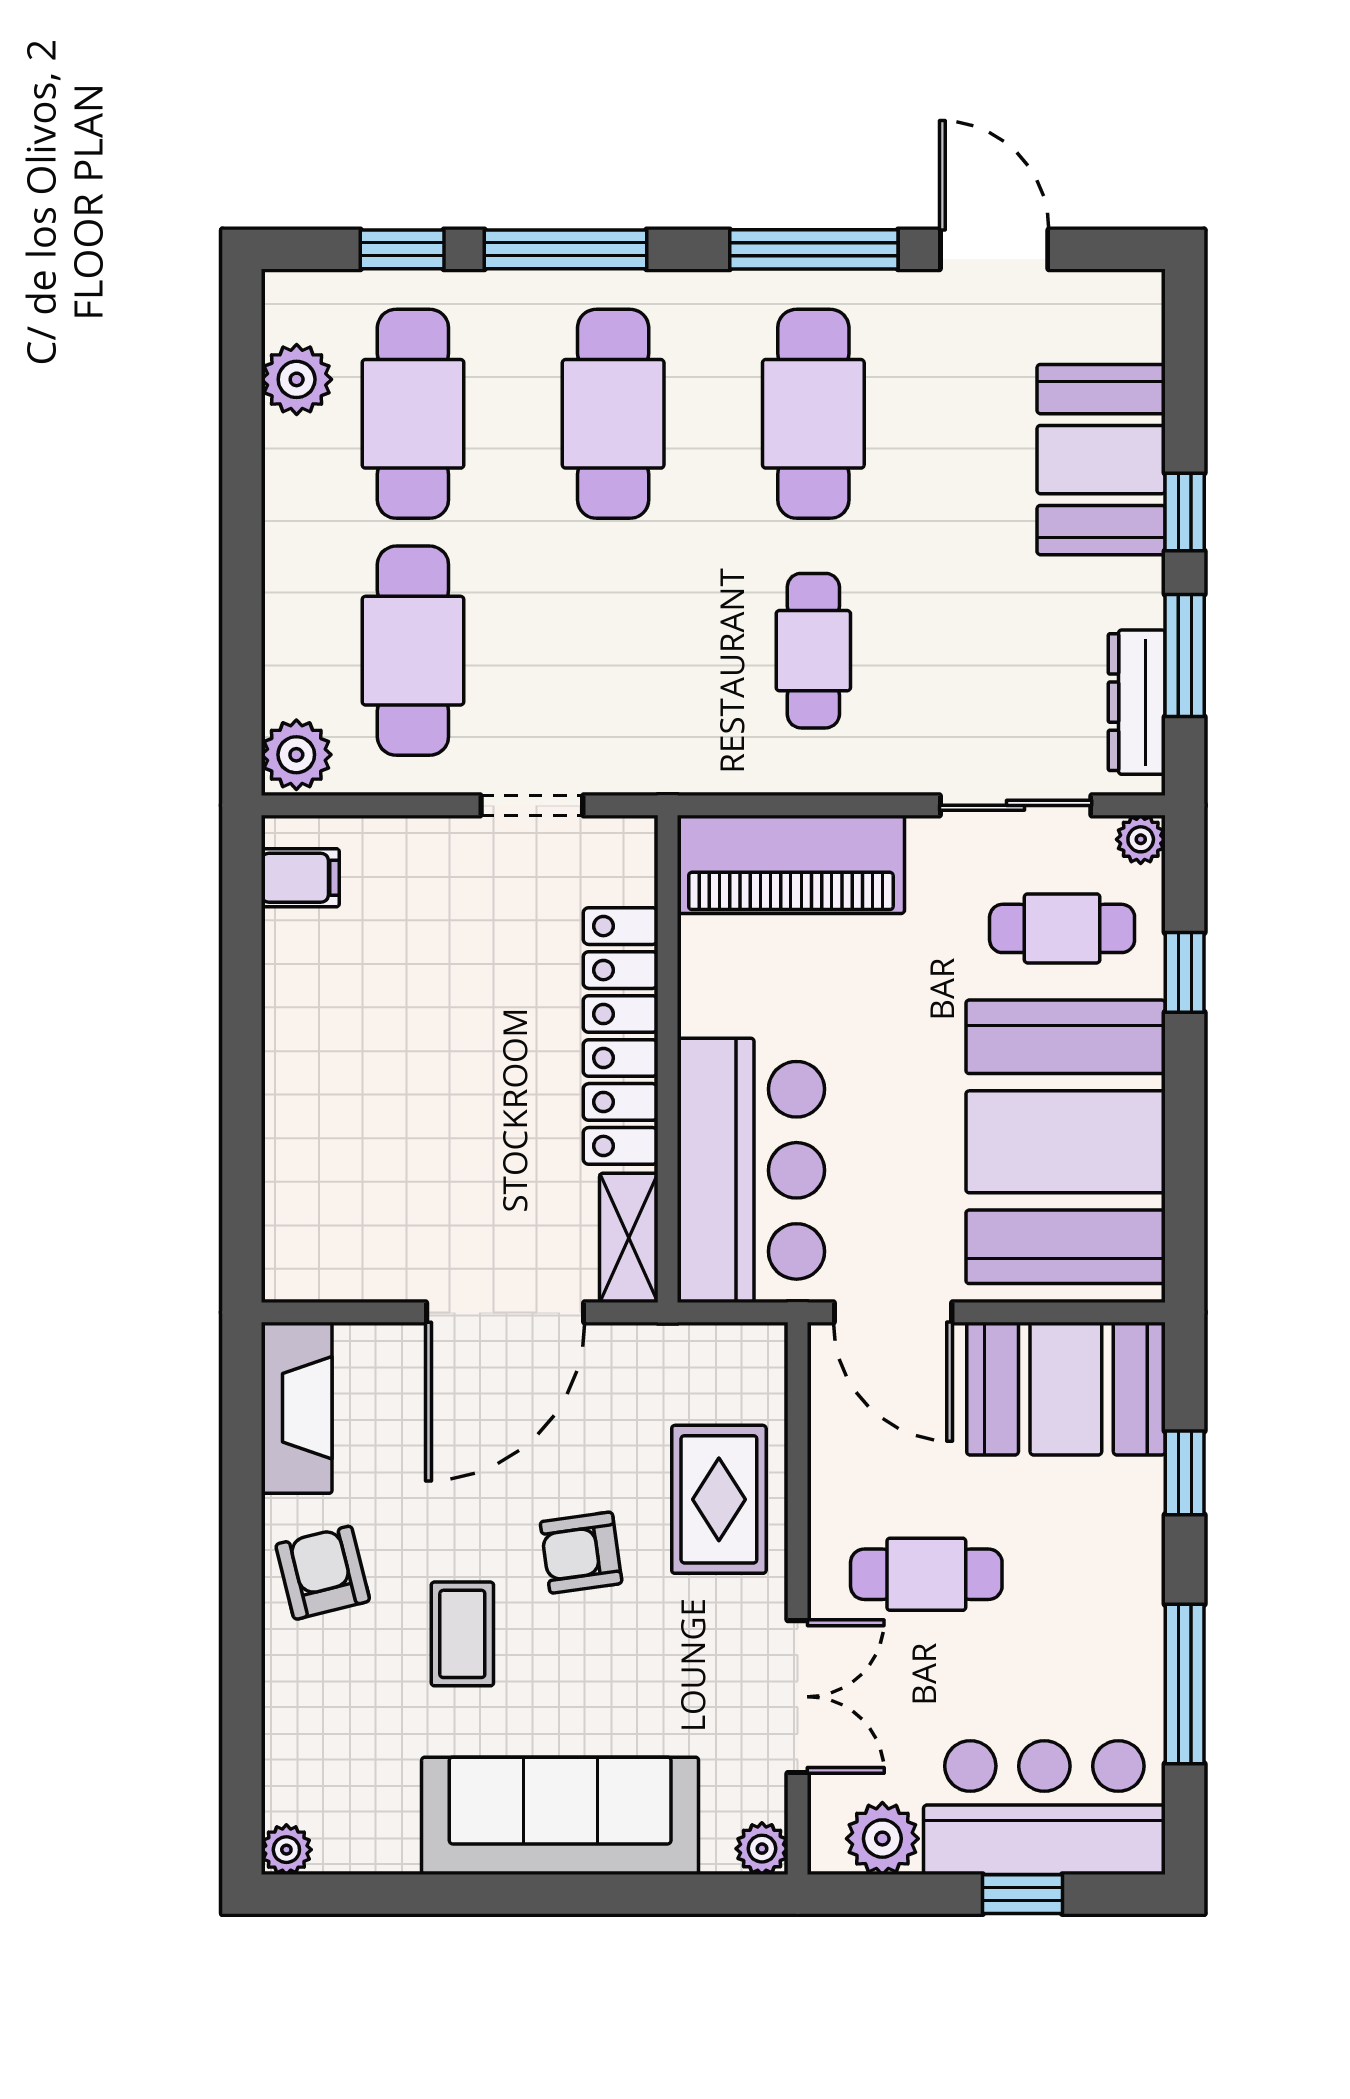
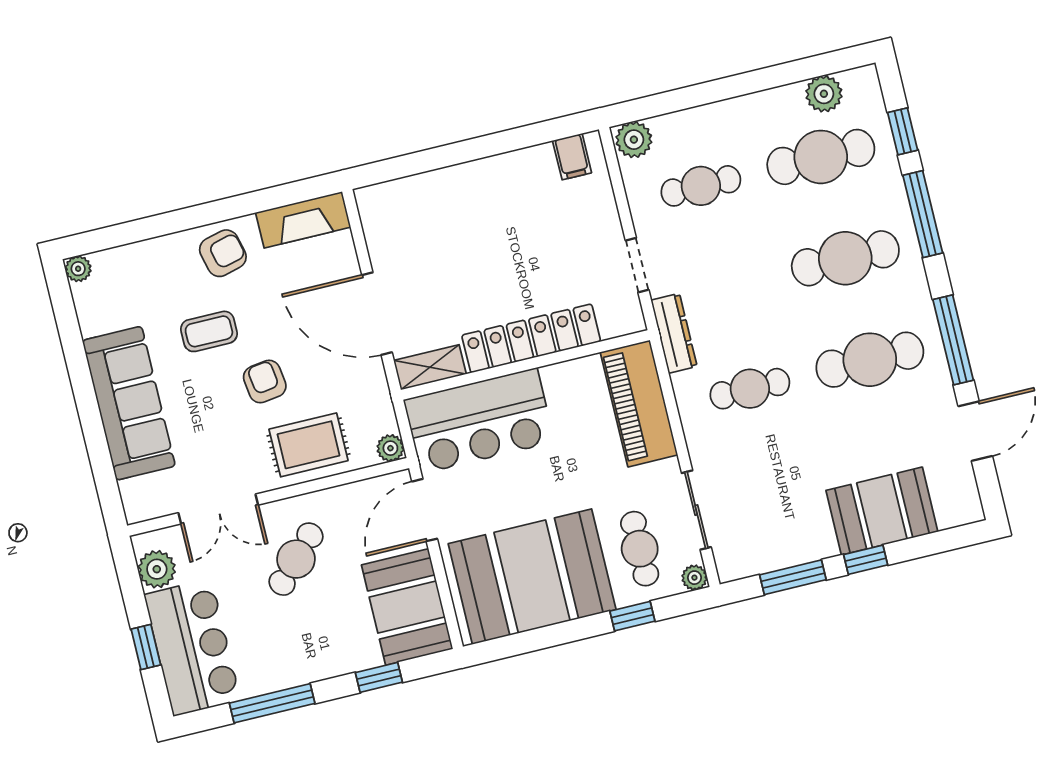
cafe table: (413, 651) -> (701, 186), width x0.73, depth x0.74
dresser: (1137, 702) -> (674, 333), moved, turned 90
cafe table: (926, 1574) -> (296, 559), turned 44
plant: (762, 1849) -> (390, 448), moved

